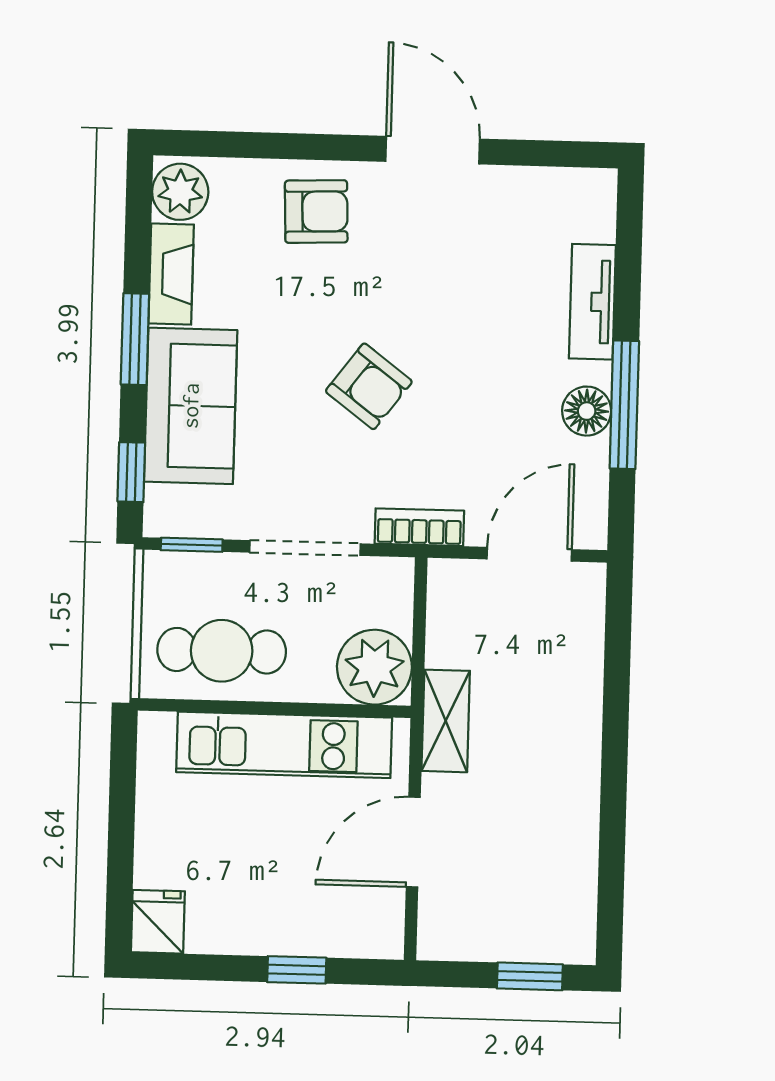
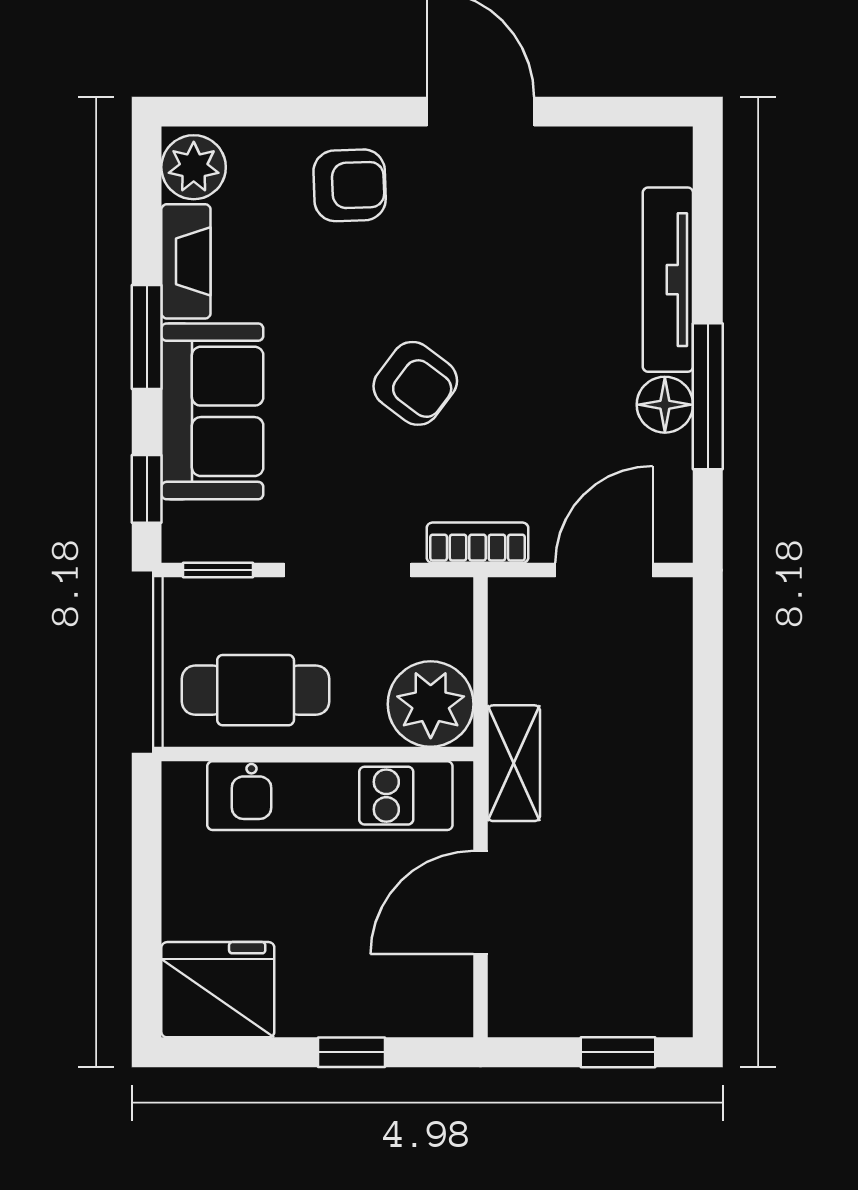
tv unit: (592, 302) -> (668, 280), width x1.41
fridge: (158, 922) -> (218, 990), width x1.88, depth x1.34

